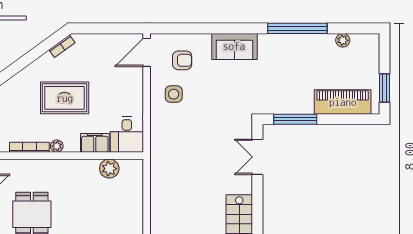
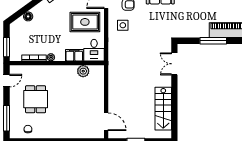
floor lamp: (20, 80) -> (28, 16), added
rug: (65, 98) -> (85, 22), moved
window: (295, 119) -> (213, 41), moved

